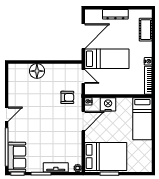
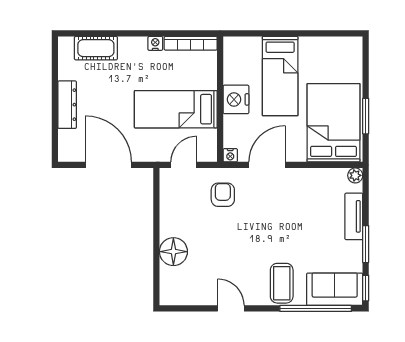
bed: (107, 59) -> (176, 109), moved, turned -90
nightstand: (108, 104) -> (236, 99), moved
door: (7, 114) -> (231, 308), moved
bed: (142, 119) -> (280, 76), moved, turned 90
door: (83, 121) -> (267, 165), hinge flipped
coffee table: (20, 129) -> (282, 283), added

